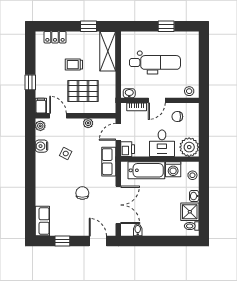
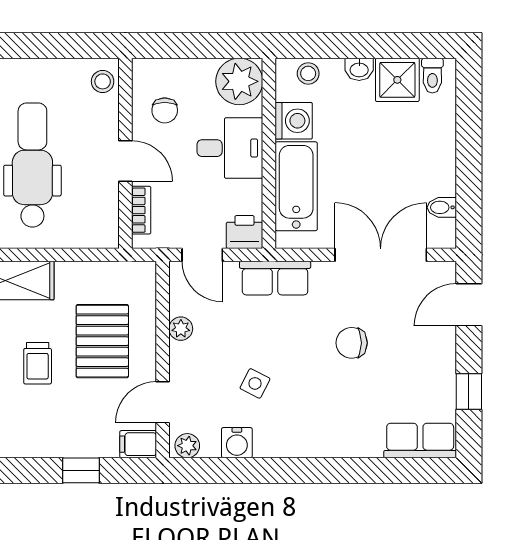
washbasin: (129, 93) -> (108, 228), removed

